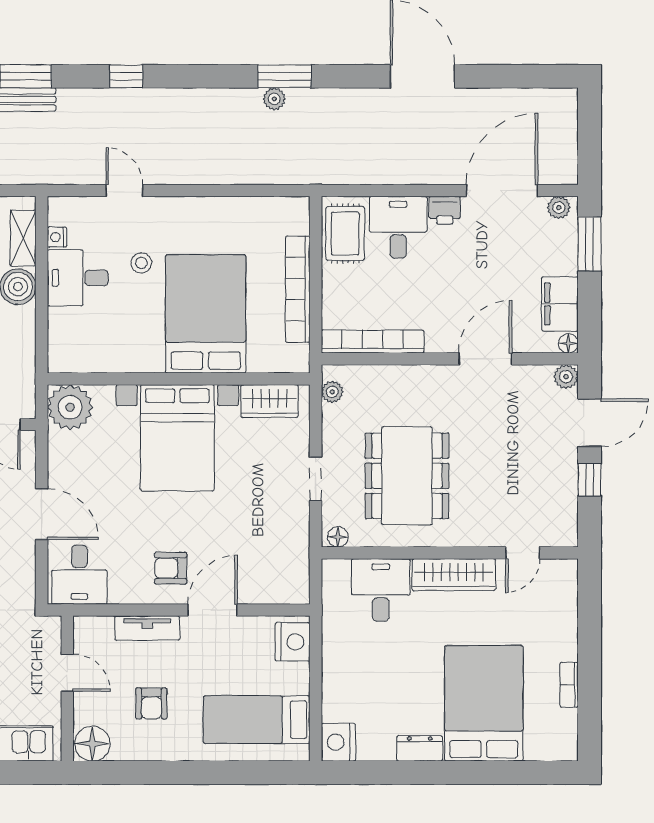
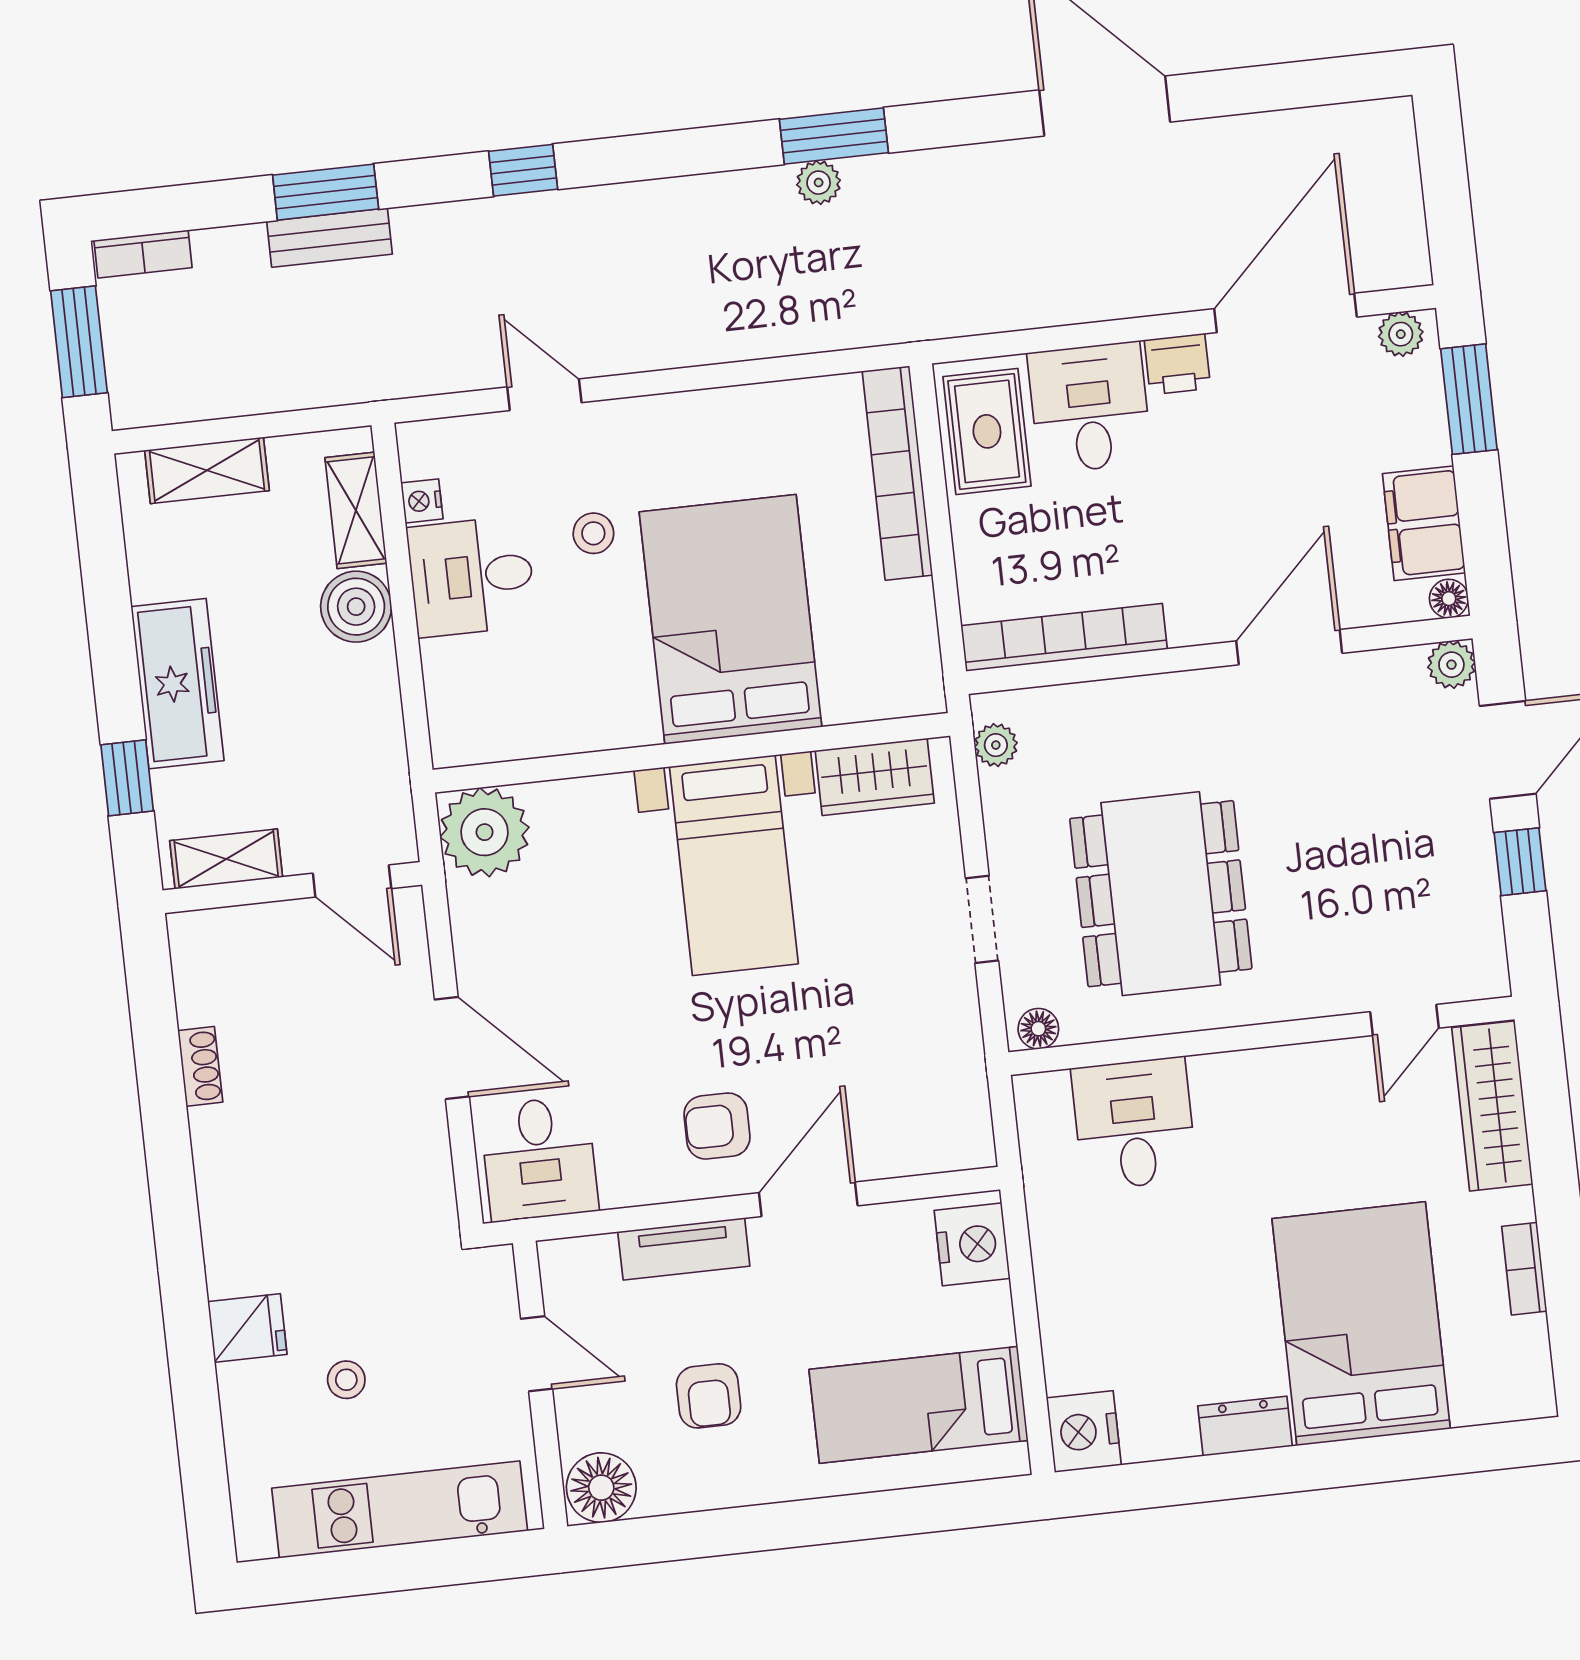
bookcase: (298, 289) -> (897, 473), moved
bed with nightstands: (177, 438) -> (734, 865), width x0.73
wardrobe: (454, 575) -> (1492, 1106), moved, turned 90

